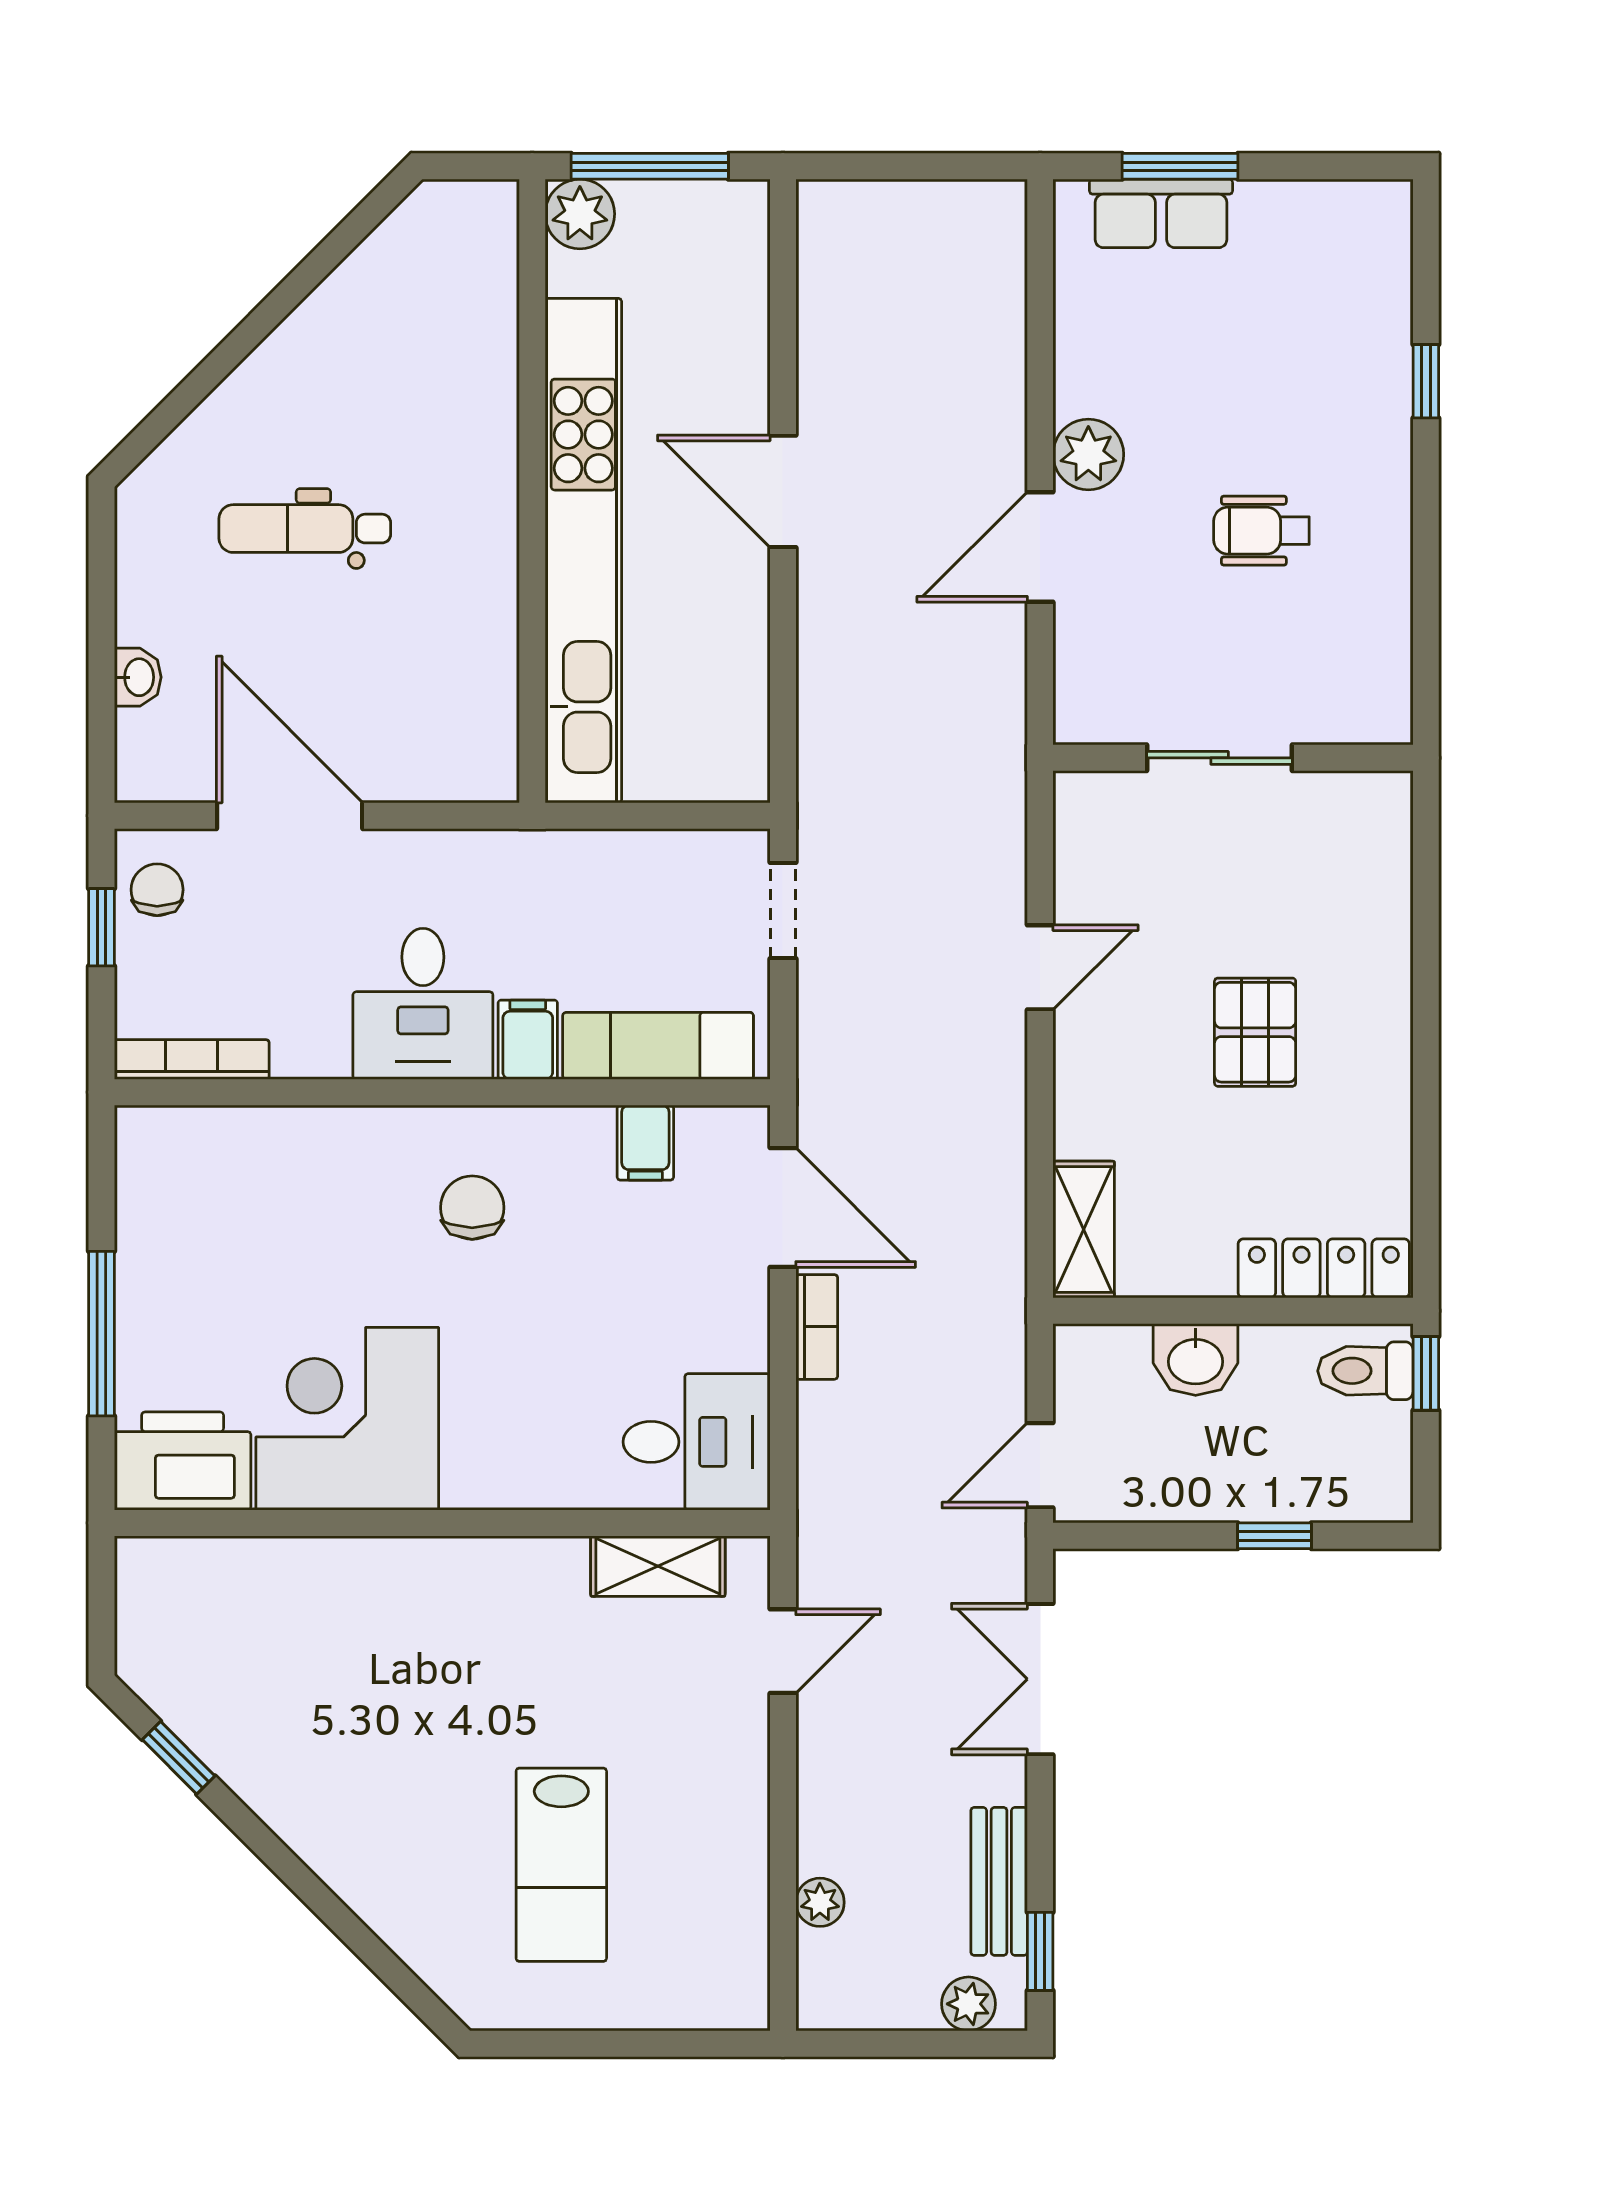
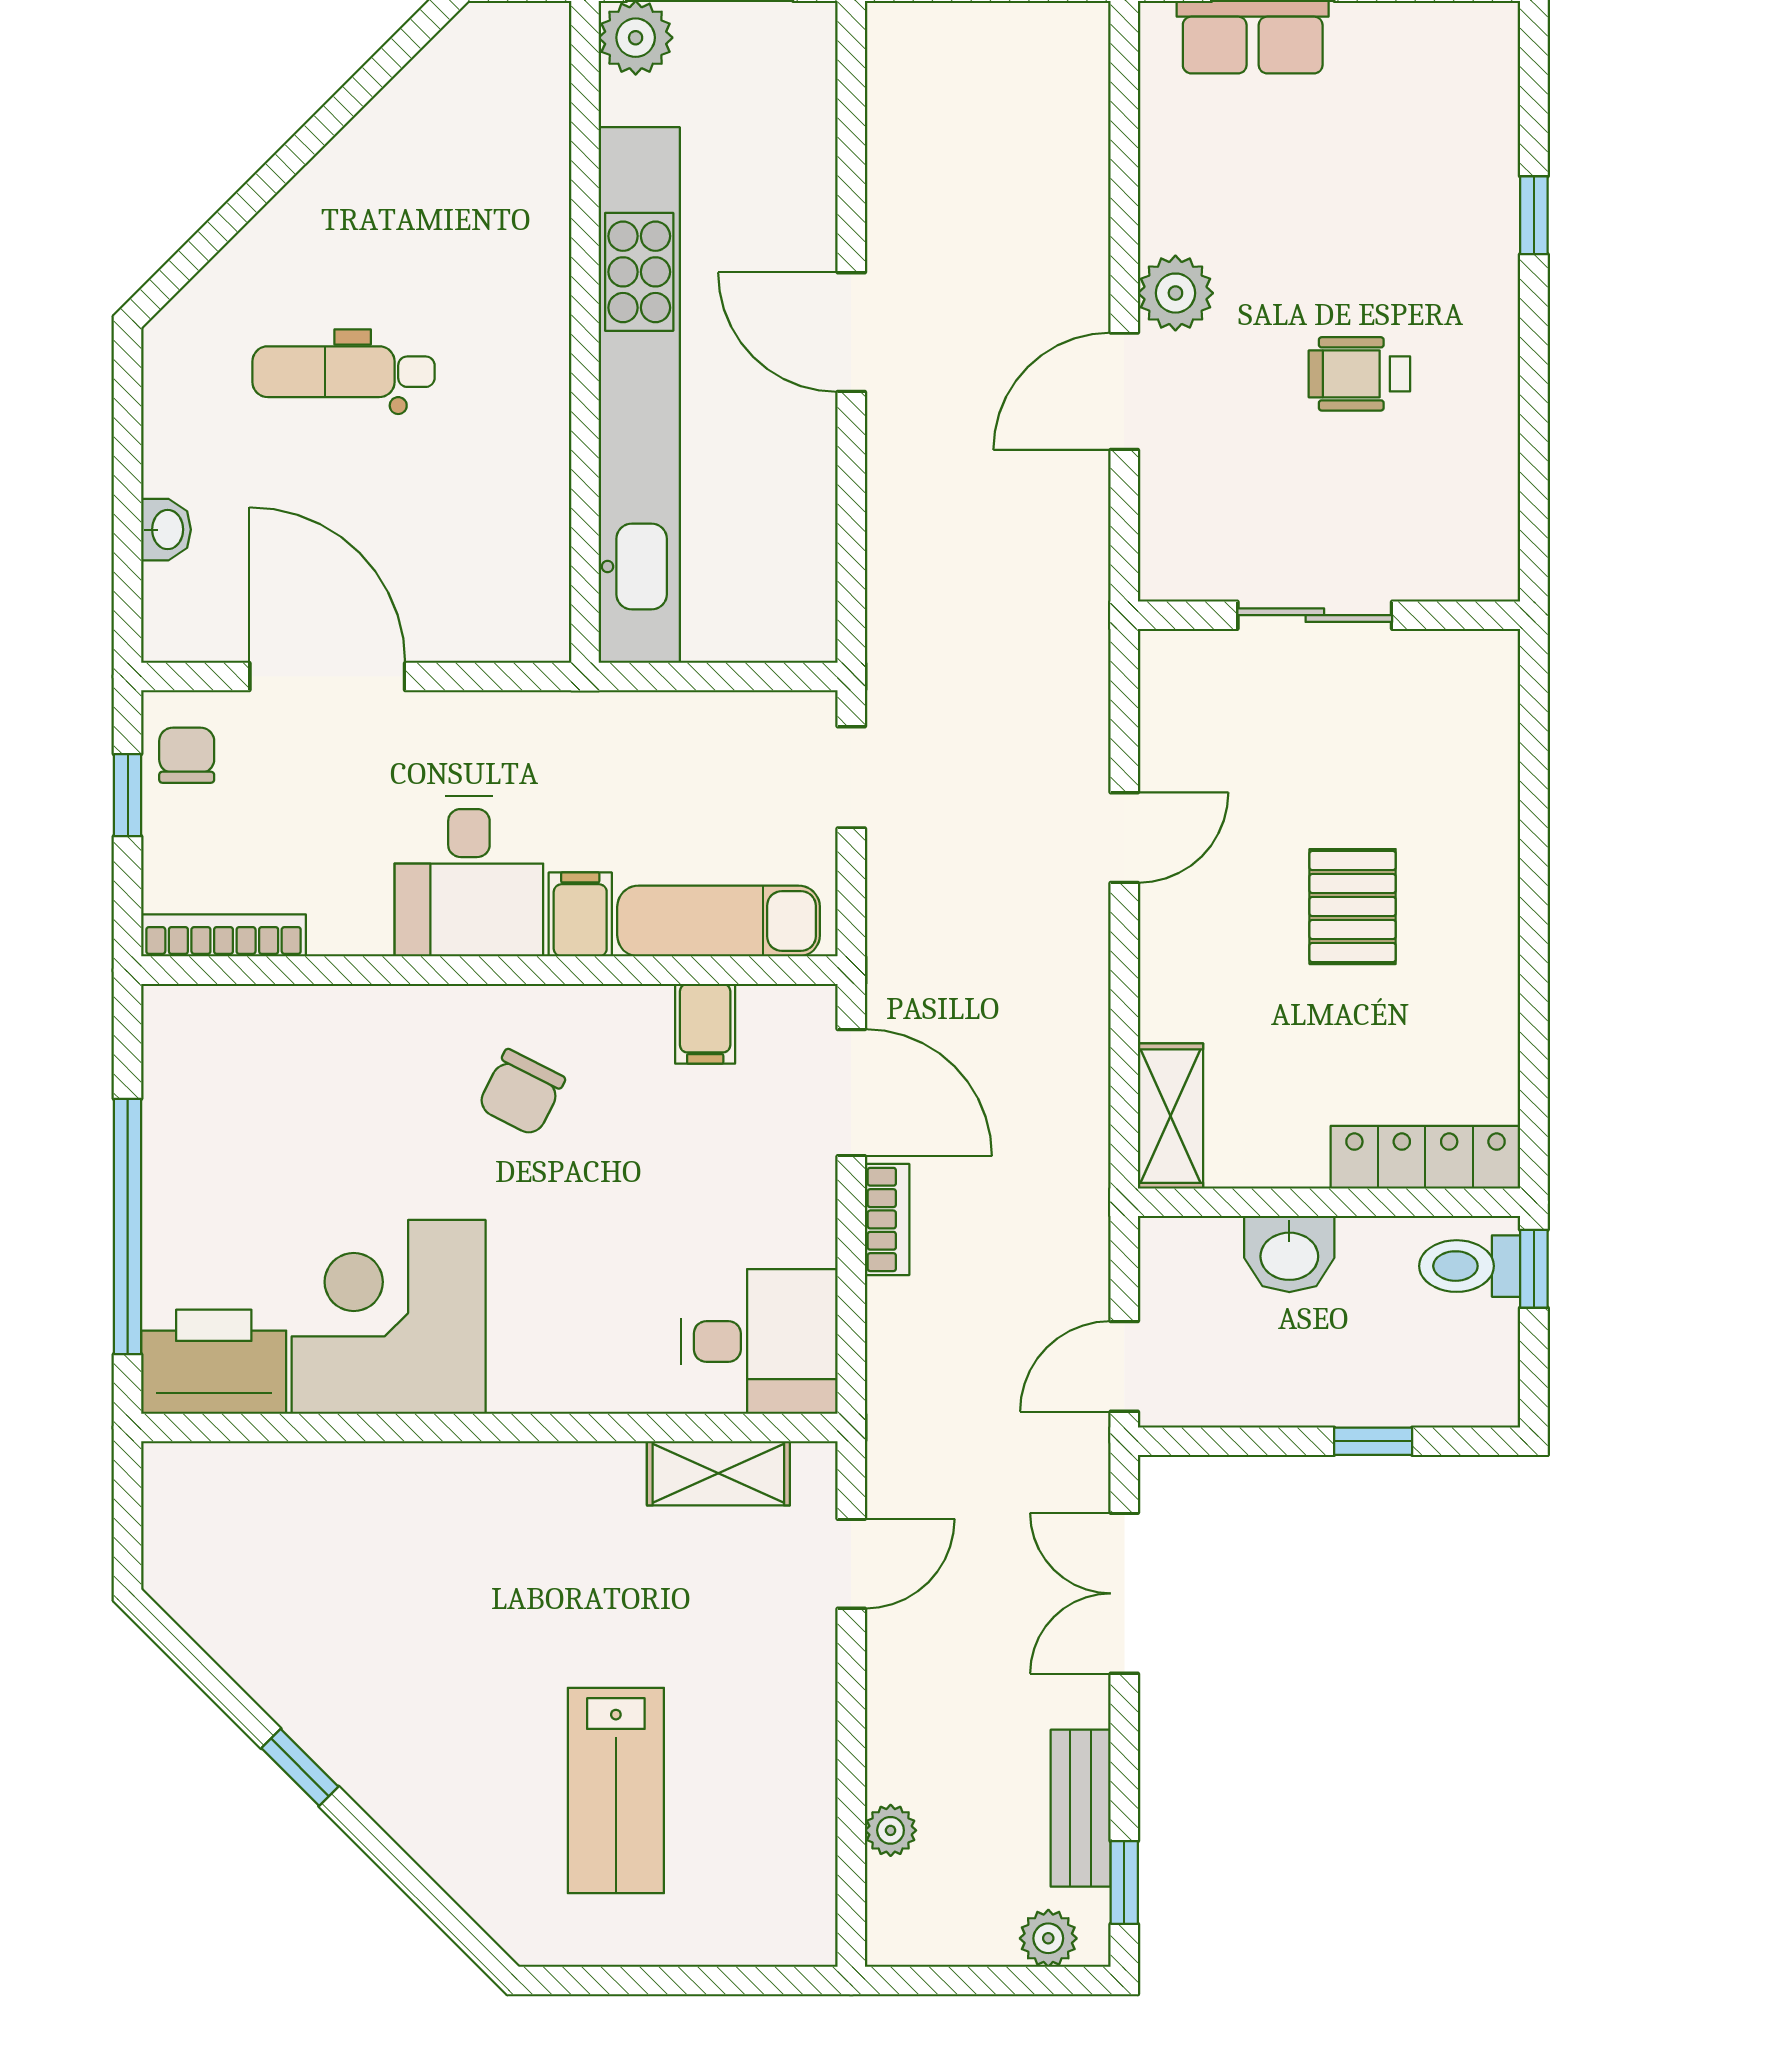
chair: (472, 1208) -> (521, 1093), turned -153
window: (101, 1334) -> (128, 1227), width x1.46
window: (179, 1758) -> (300, 1767), moved

